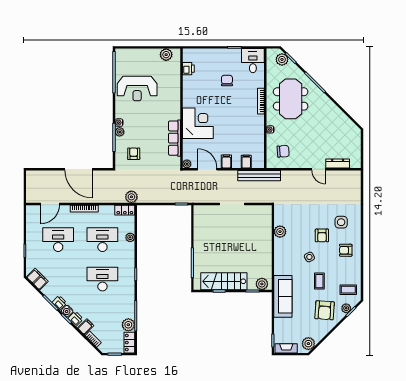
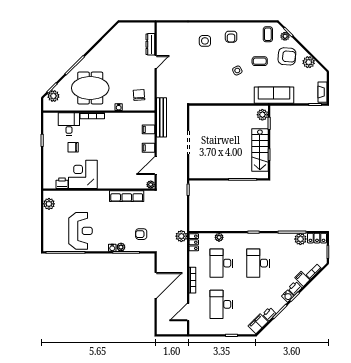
desk: (253, 61) -> (69, 124), moved, turned 90
corner desk: (198, 123) -> (83, 174), moved
door: (50, 204) -> (188, 312), swing flipped
plant: (280, 232) -> (214, 98), removed
armchair: (322, 235) -> (217, 59), removed
printer: (59, 303) -> (269, 314), moved
plant: (308, 344) -> (309, 62), moved

